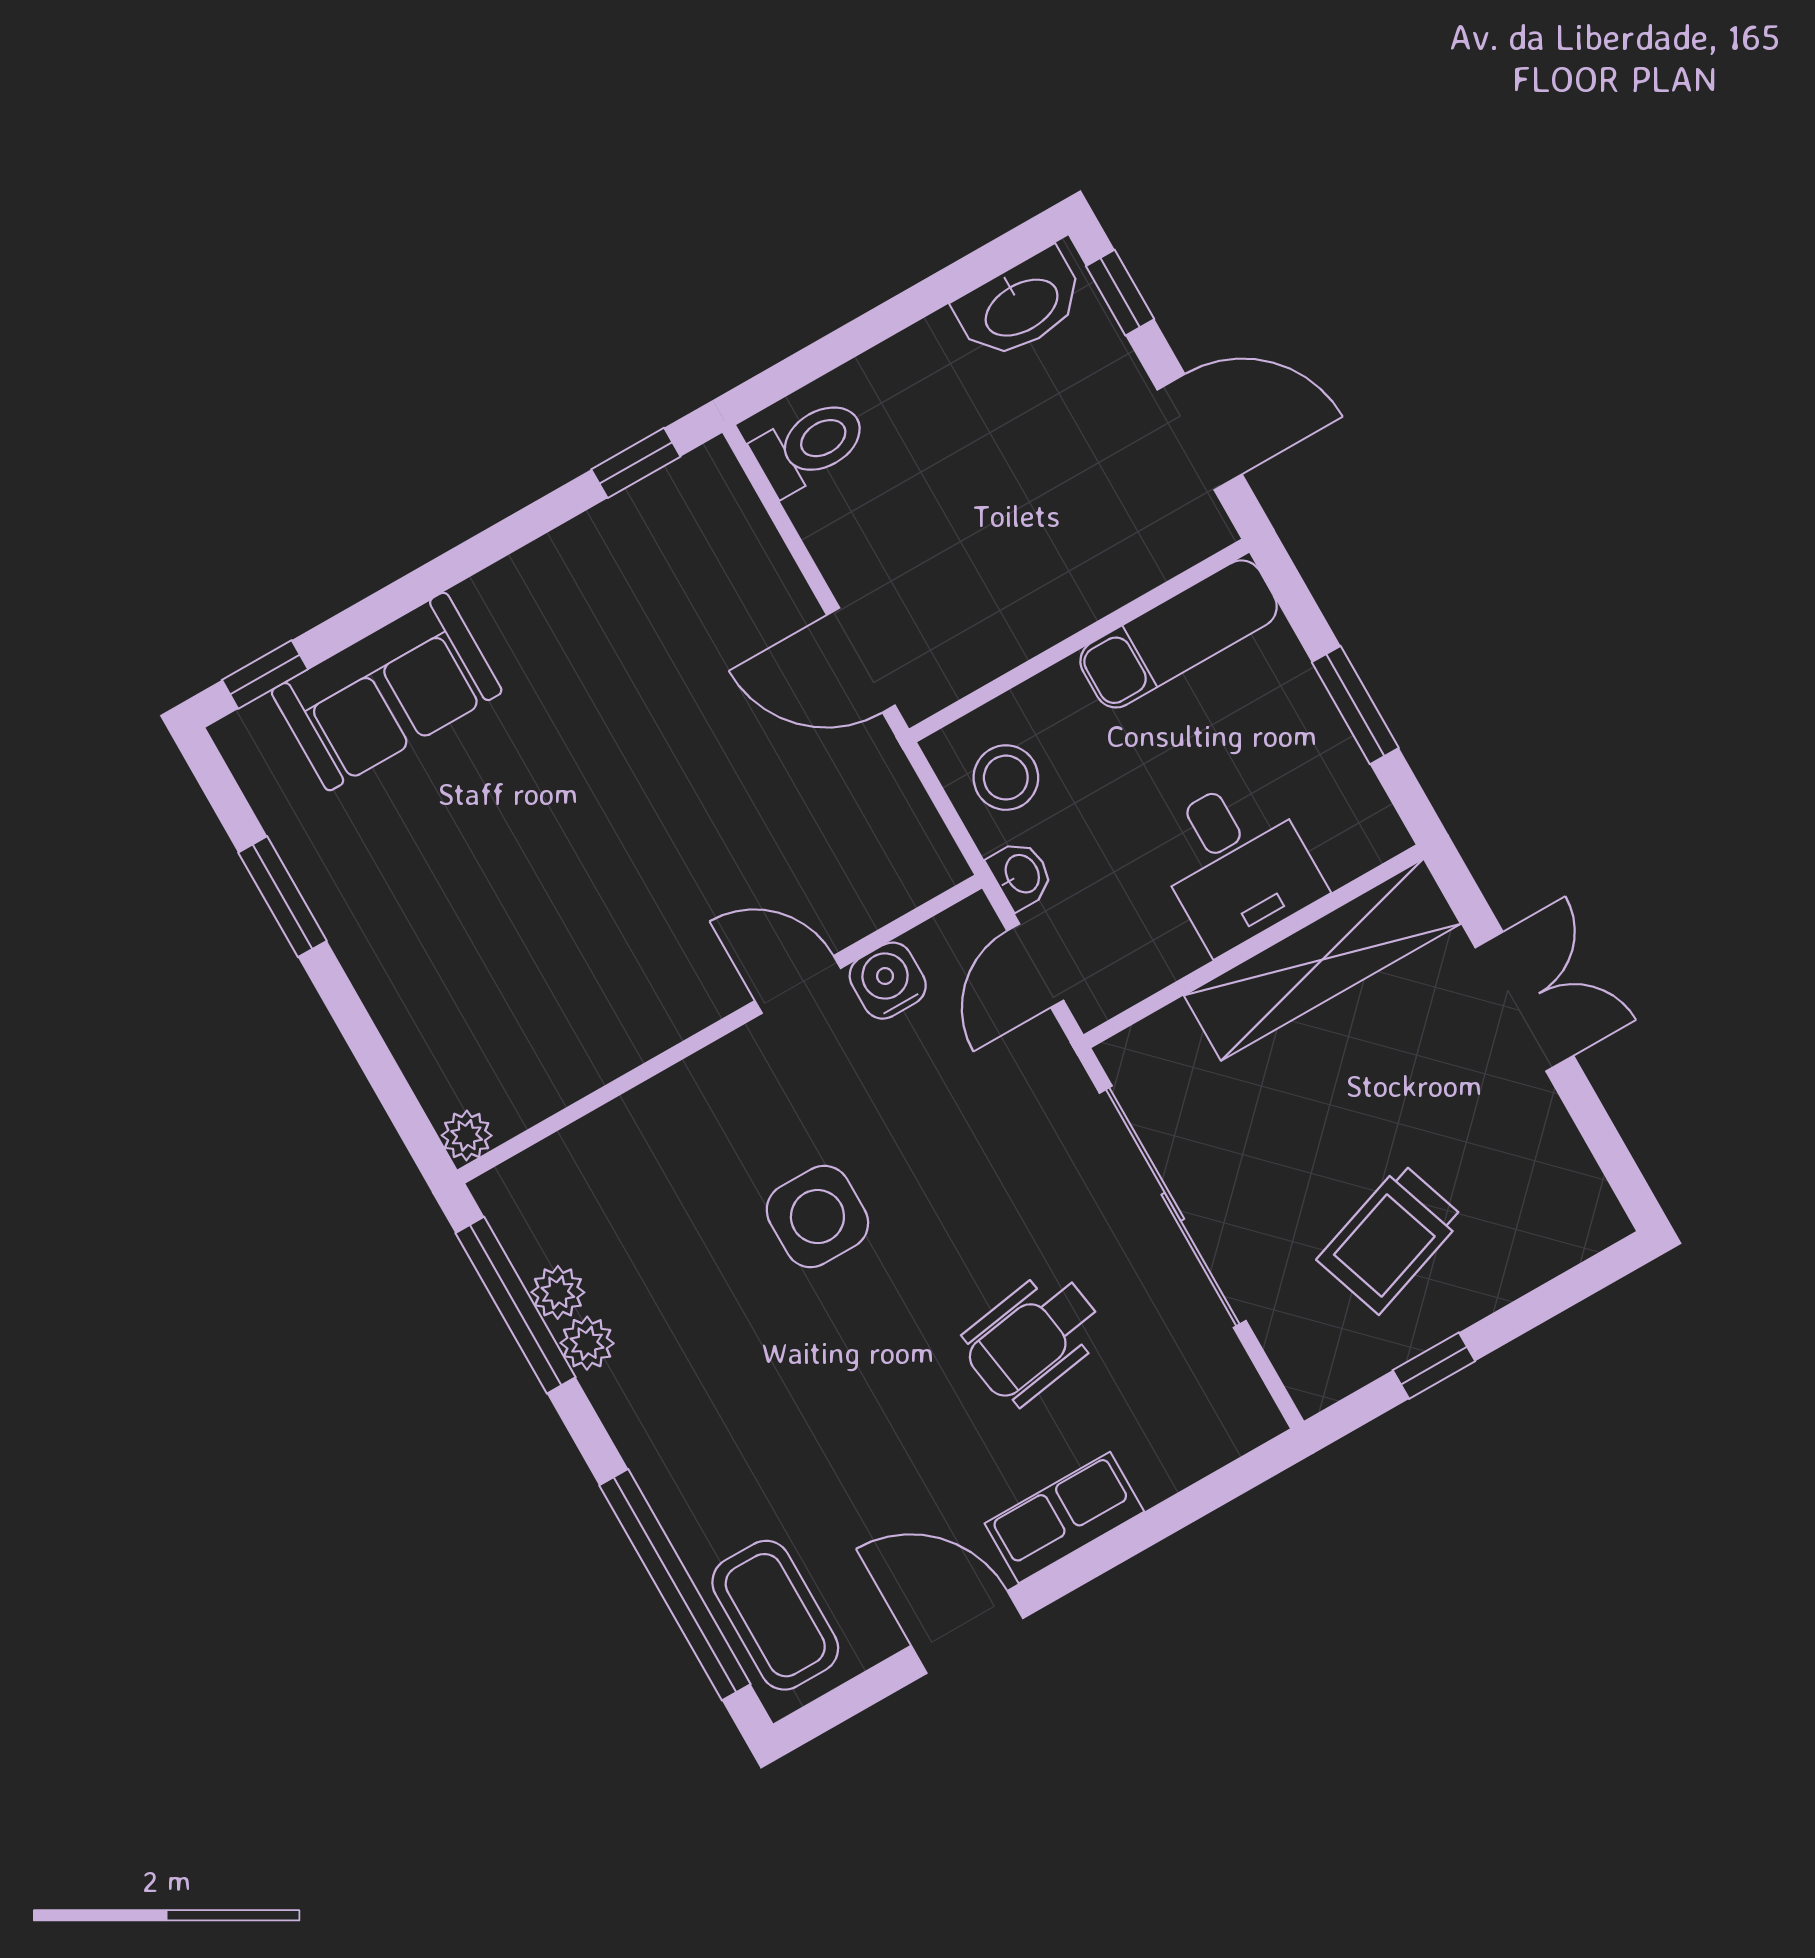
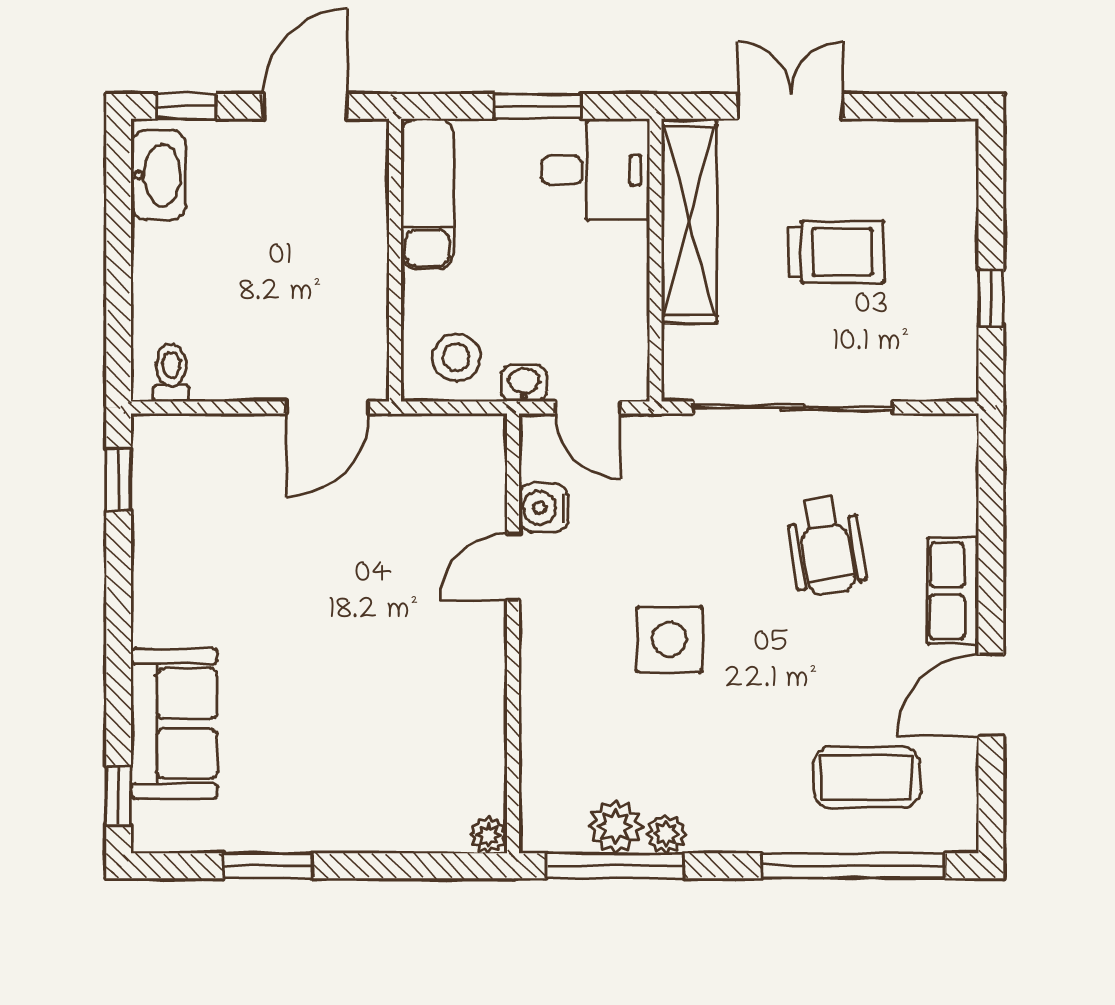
toilet: (810, 446) -> (171, 373), width x0.73, depth x0.72
desk: (1236, 863) -> (595, 170), moved
trolley: (1390, 1239) -> (836, 252), moved, turned -71
plant: (558, 1292) -> (615, 826), width x1.38, depth x1.38
coffee table: (775, 1615) -> (867, 777), moved

